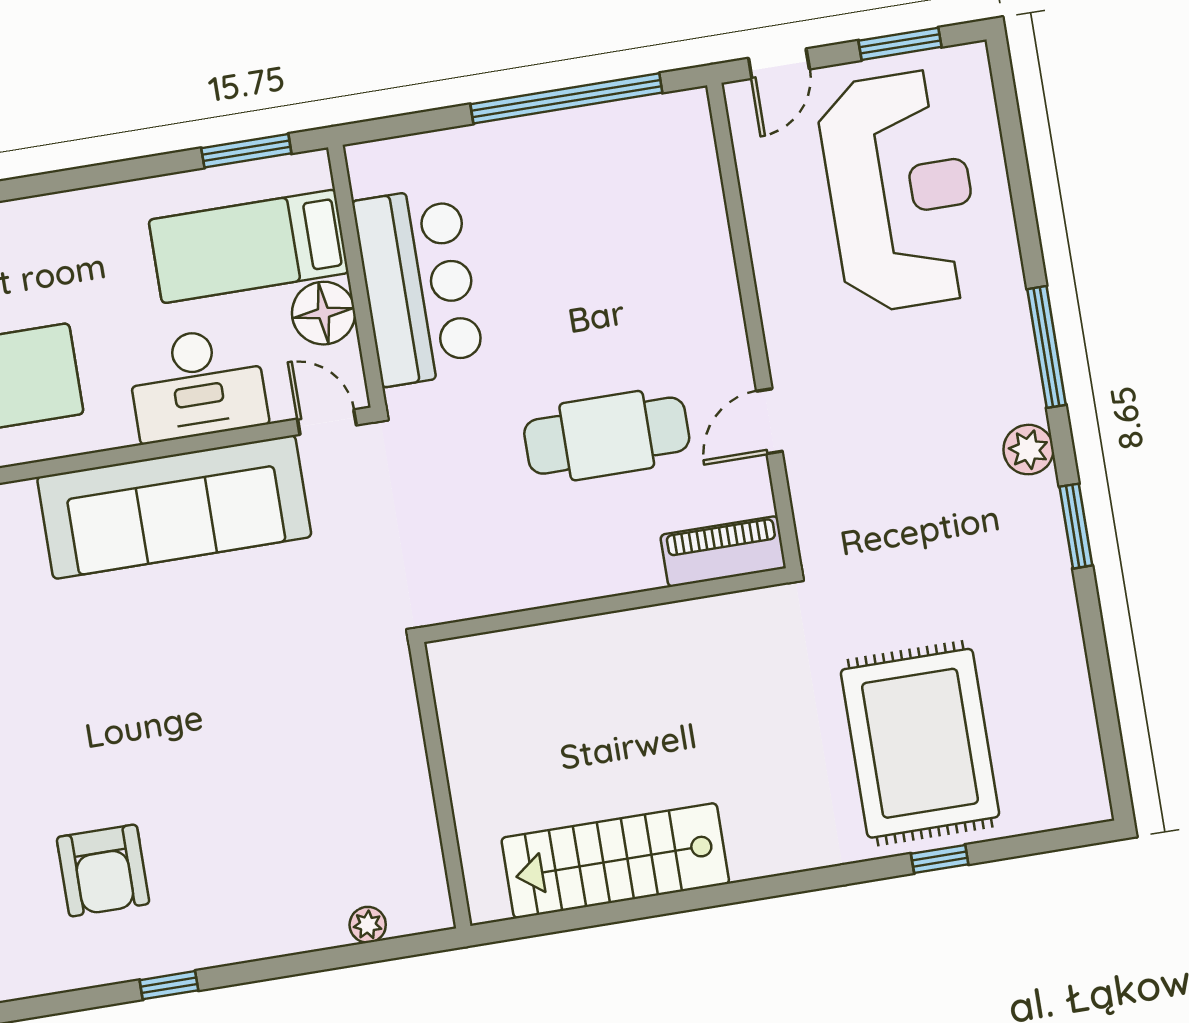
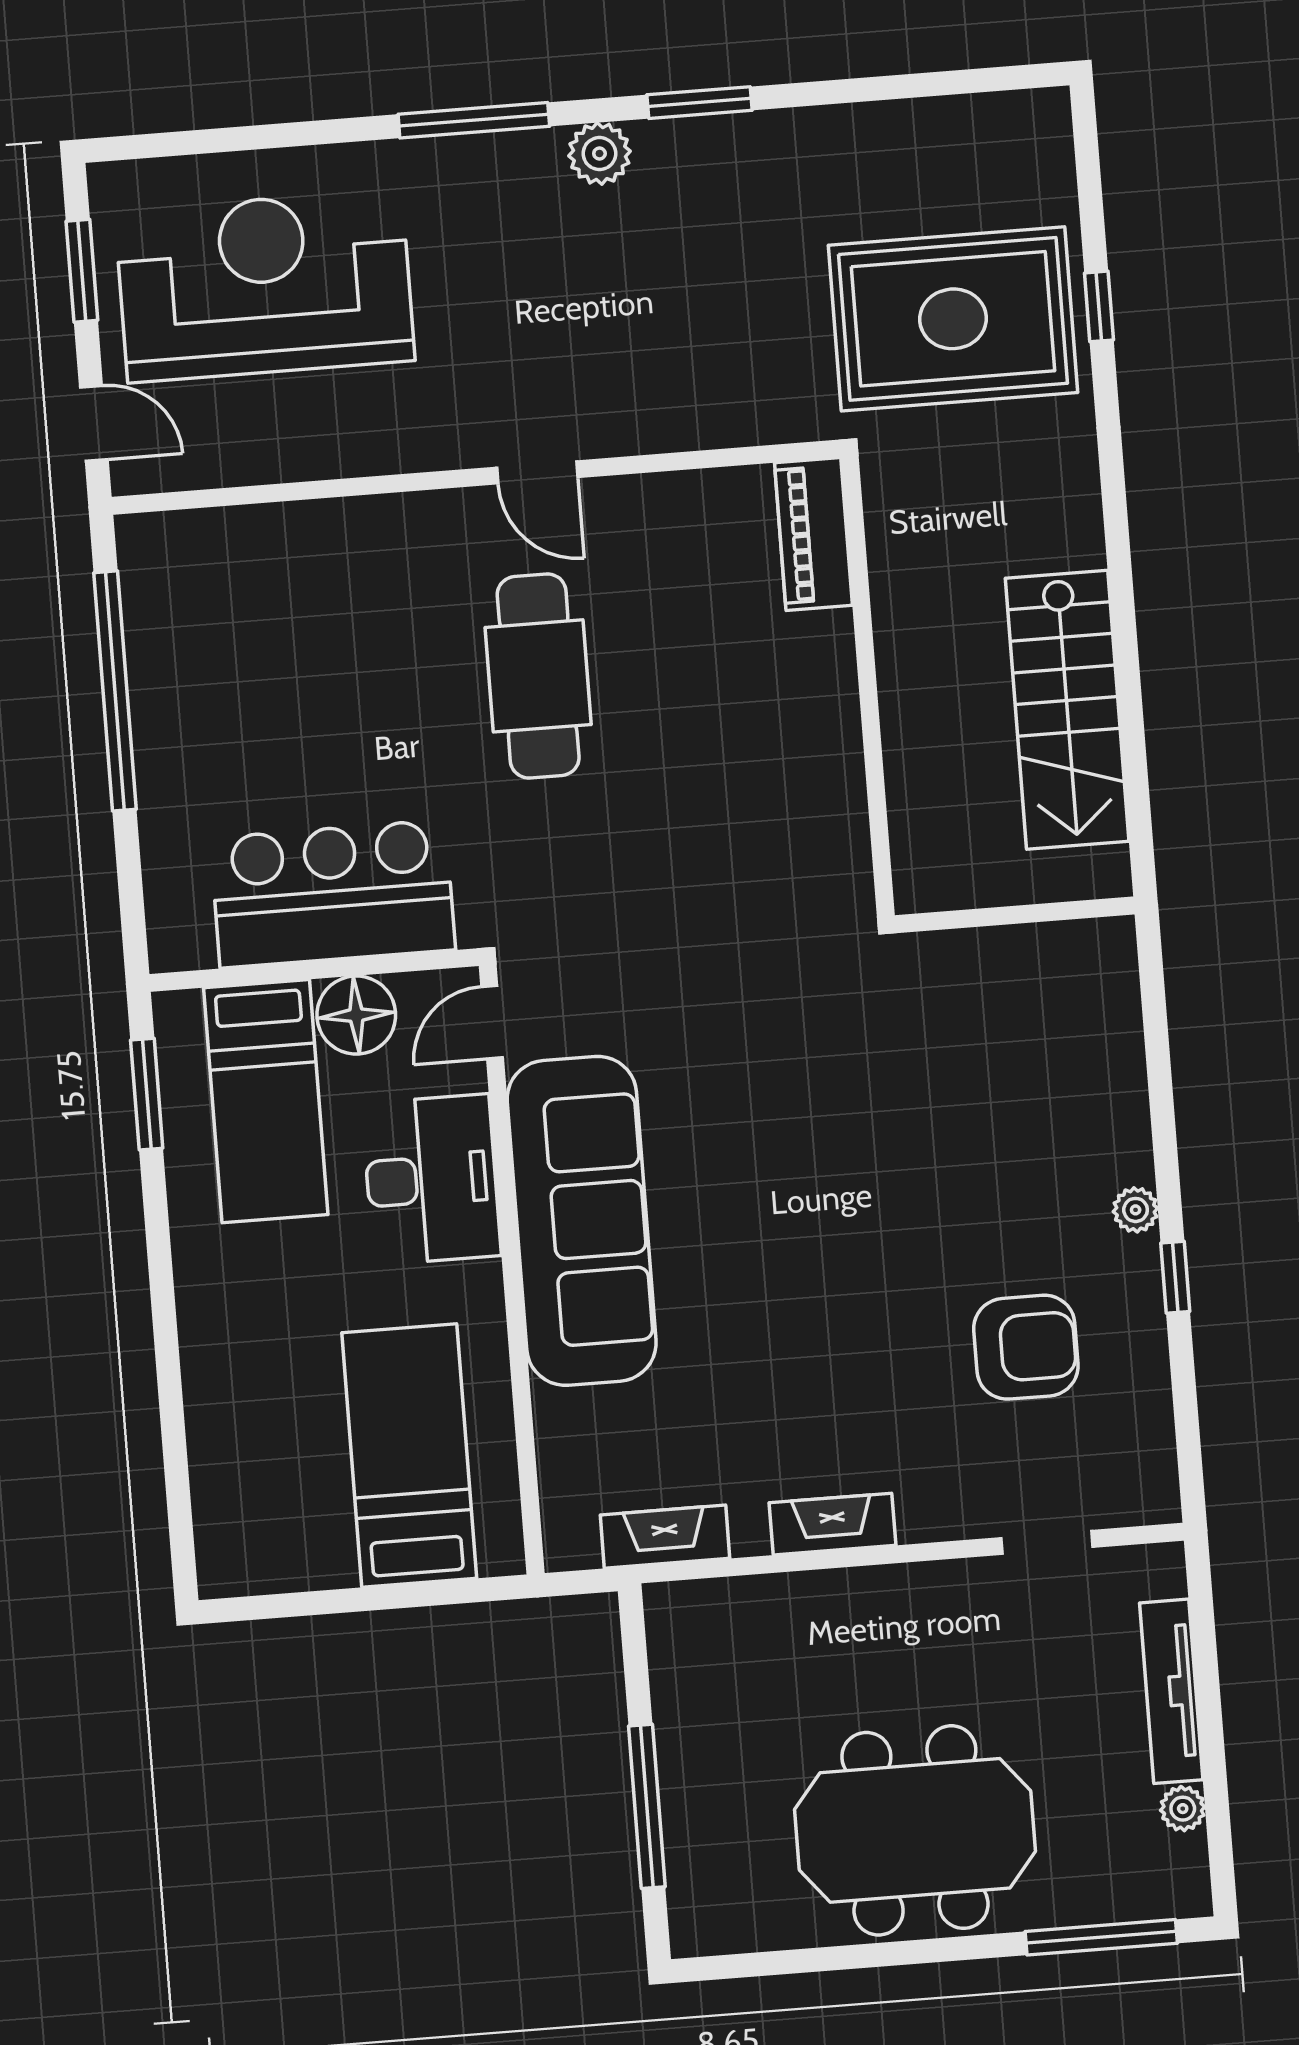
piano: (723, 551) -> (813, 534), moved
wall: (605, 605) -> (868, 686), moved
plant: (368, 925) -> (1136, 1210), moved

